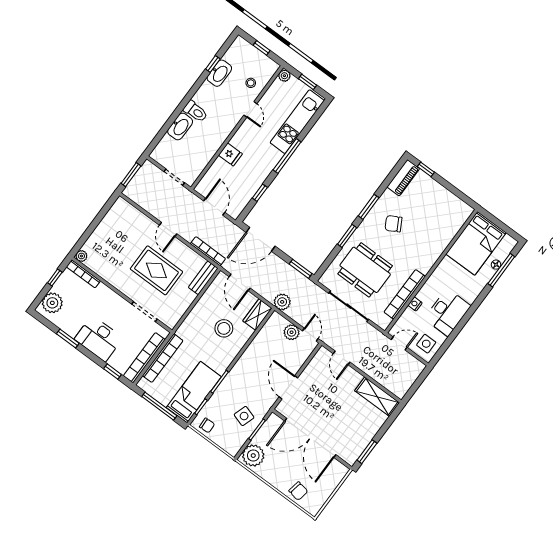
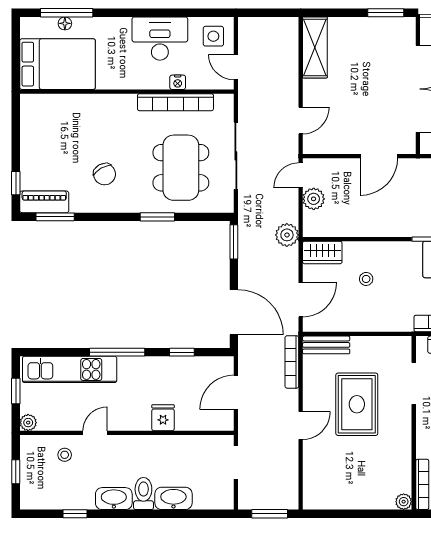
washbasin: (219, 73) -> (114, 499), moved
window: (369, 207) -> (55, 217), moved
stool: (224, 328) -> (366, 279), width x0.53, depth x0.53

